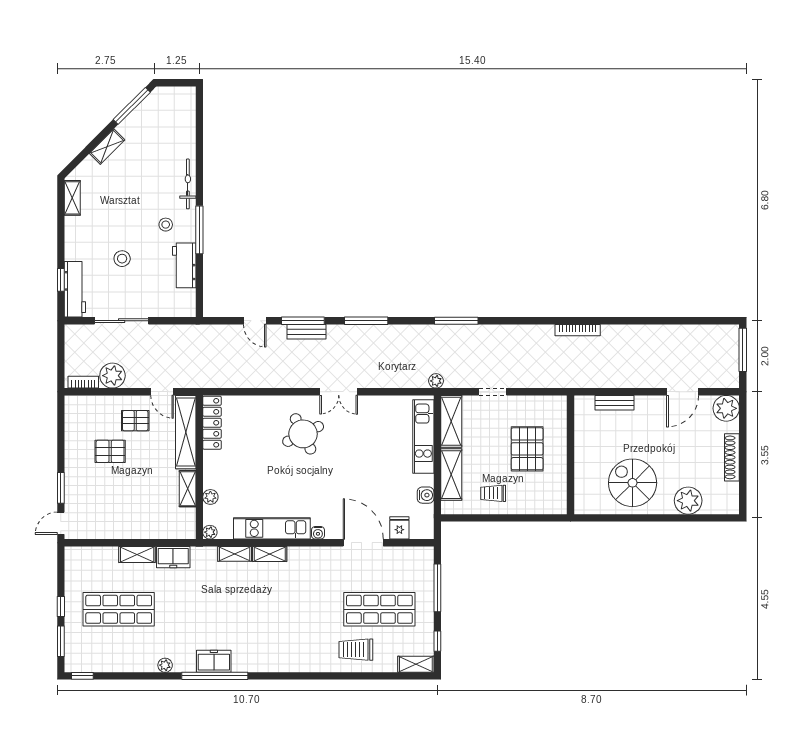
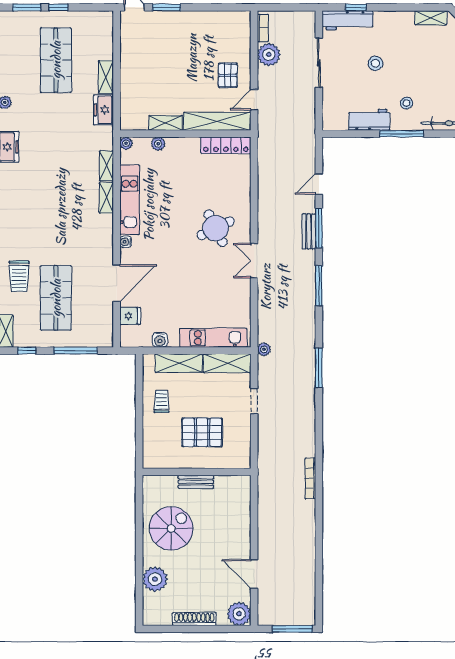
bench: (614, 403) -> (196, 482), moved, turned 90
pallet: (110, 451) -> (200, 52), removed
trolley: (356, 650) -> (19, 276), turned 180

